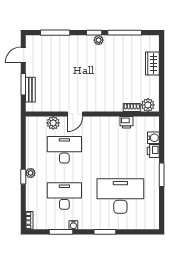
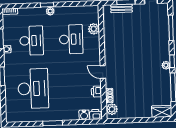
wardrobe: (152, 63) -> (162, 111), moved
door: (75, 114) -> (103, 72), moved
printer: (153, 151) -> (95, 114), moved

